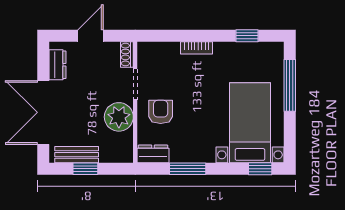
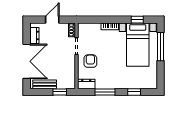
double door: (43, 112) -> (27, 61), swing flipped
plant: (119, 117) -> (68, 64), removed
bed with nightstands: (250, 123) -> (138, 45), moved, turned 180
window: (85, 169) -> (60, 92), moved
window: (260, 169) -> (134, 92), moved

